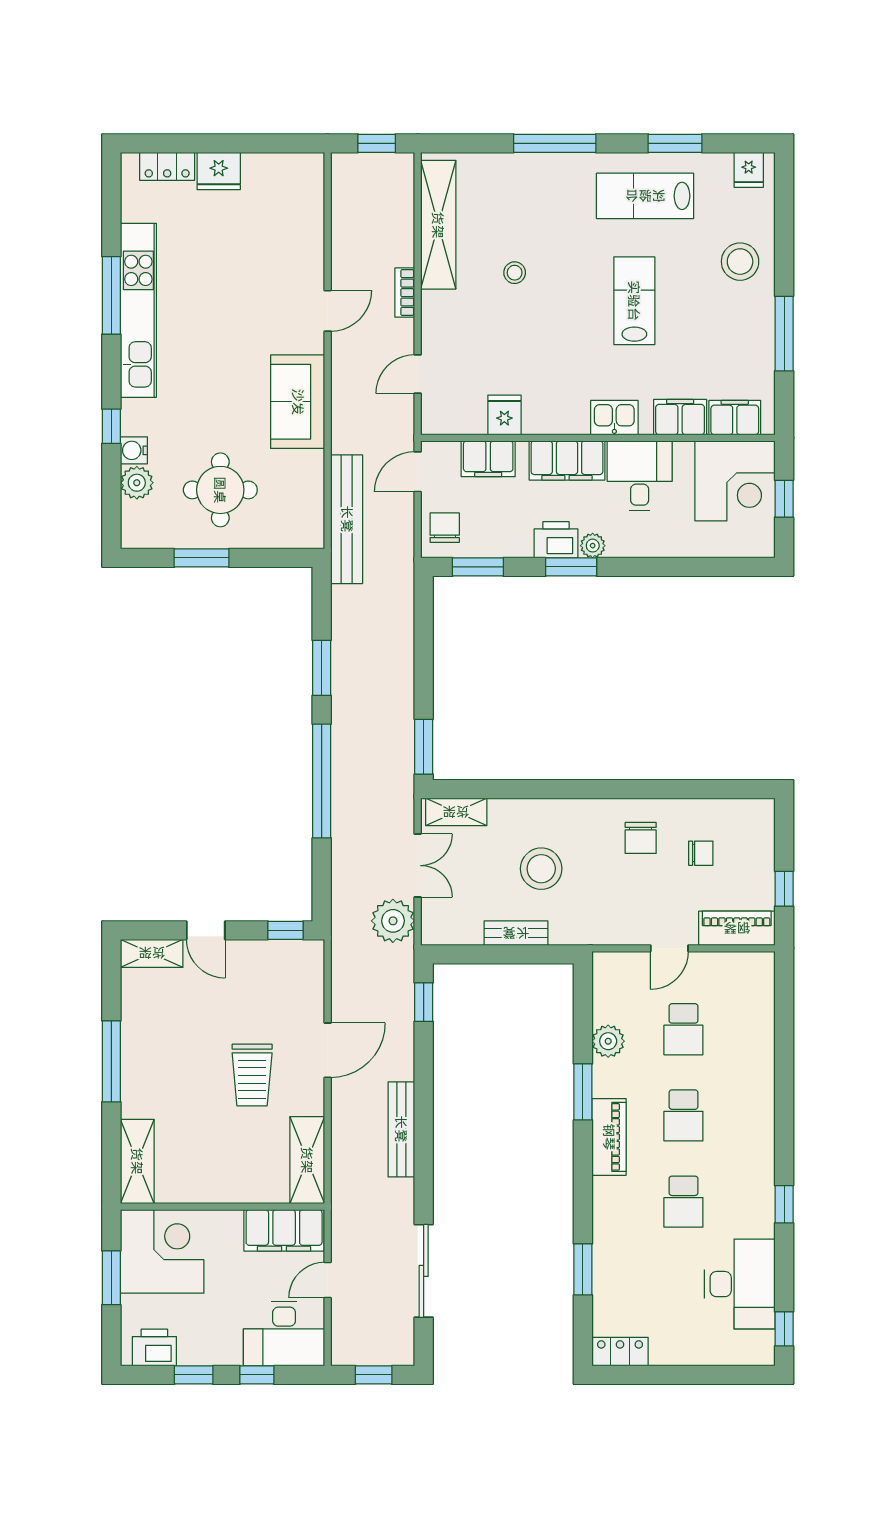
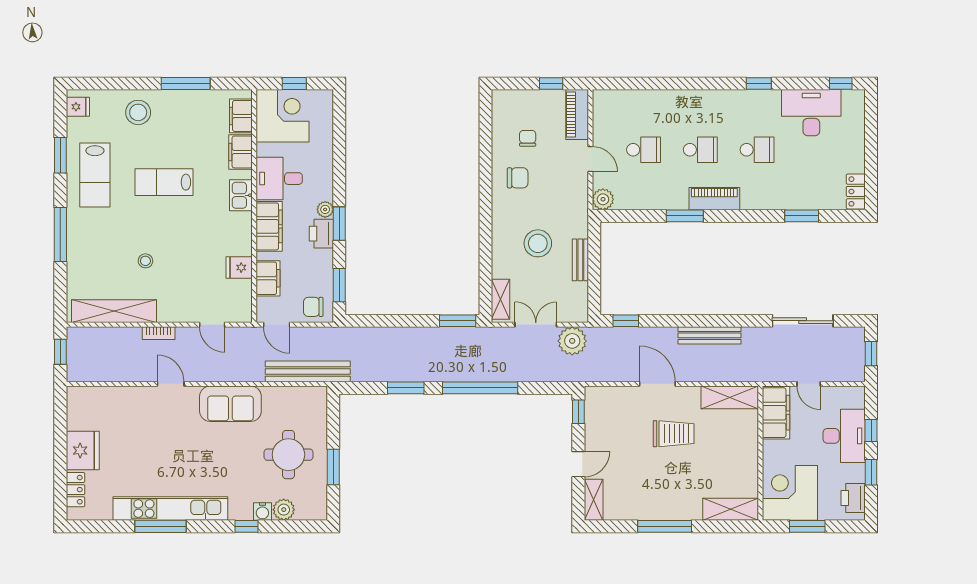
fridge: (219, 171) -> (83, 451), width x1.36, depth x1.34
plant: (608, 1041) -> (603, 199), moved
desk: (284, 1334) -> (844, 436), moved

